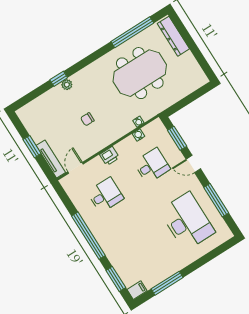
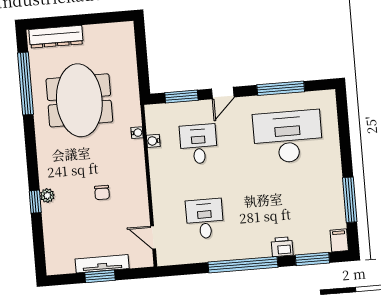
printer: (110, 156) -> (282, 247), moved, turned -90
tv unit: (51, 159) -> (102, 264), moved

